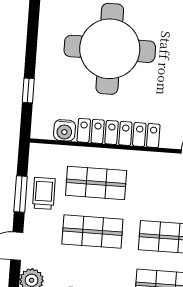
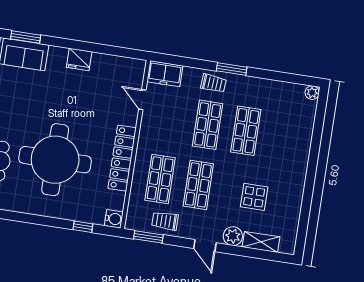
water cooler: (64, 130) -> (114, 219), moved
window: (21, 194) -> (148, 237), moved

